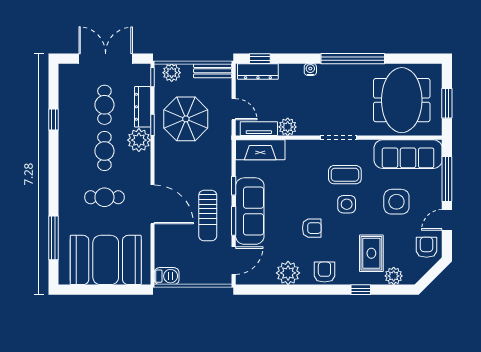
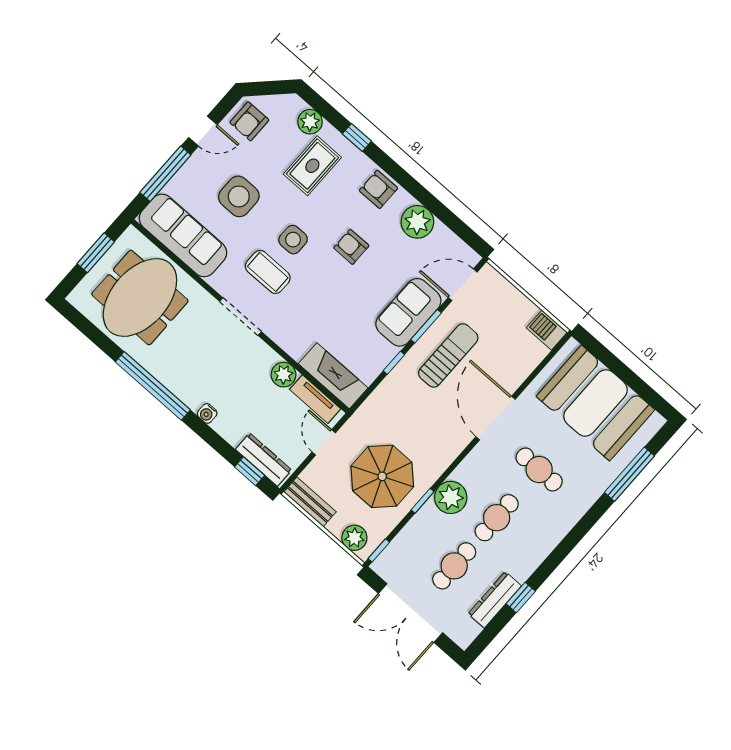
dresser: (143, 107) -> (495, 600), moved, turned 180
sofa: (250, 211) -> (408, 312), width x0.73
armchair: (324, 272) -> (379, 189), turned 90

